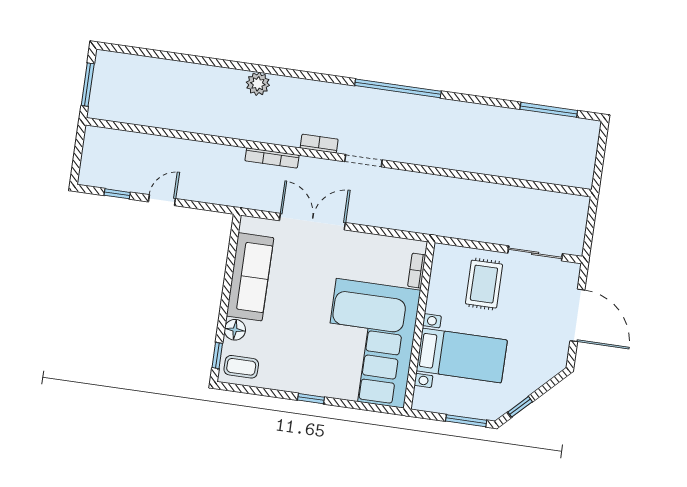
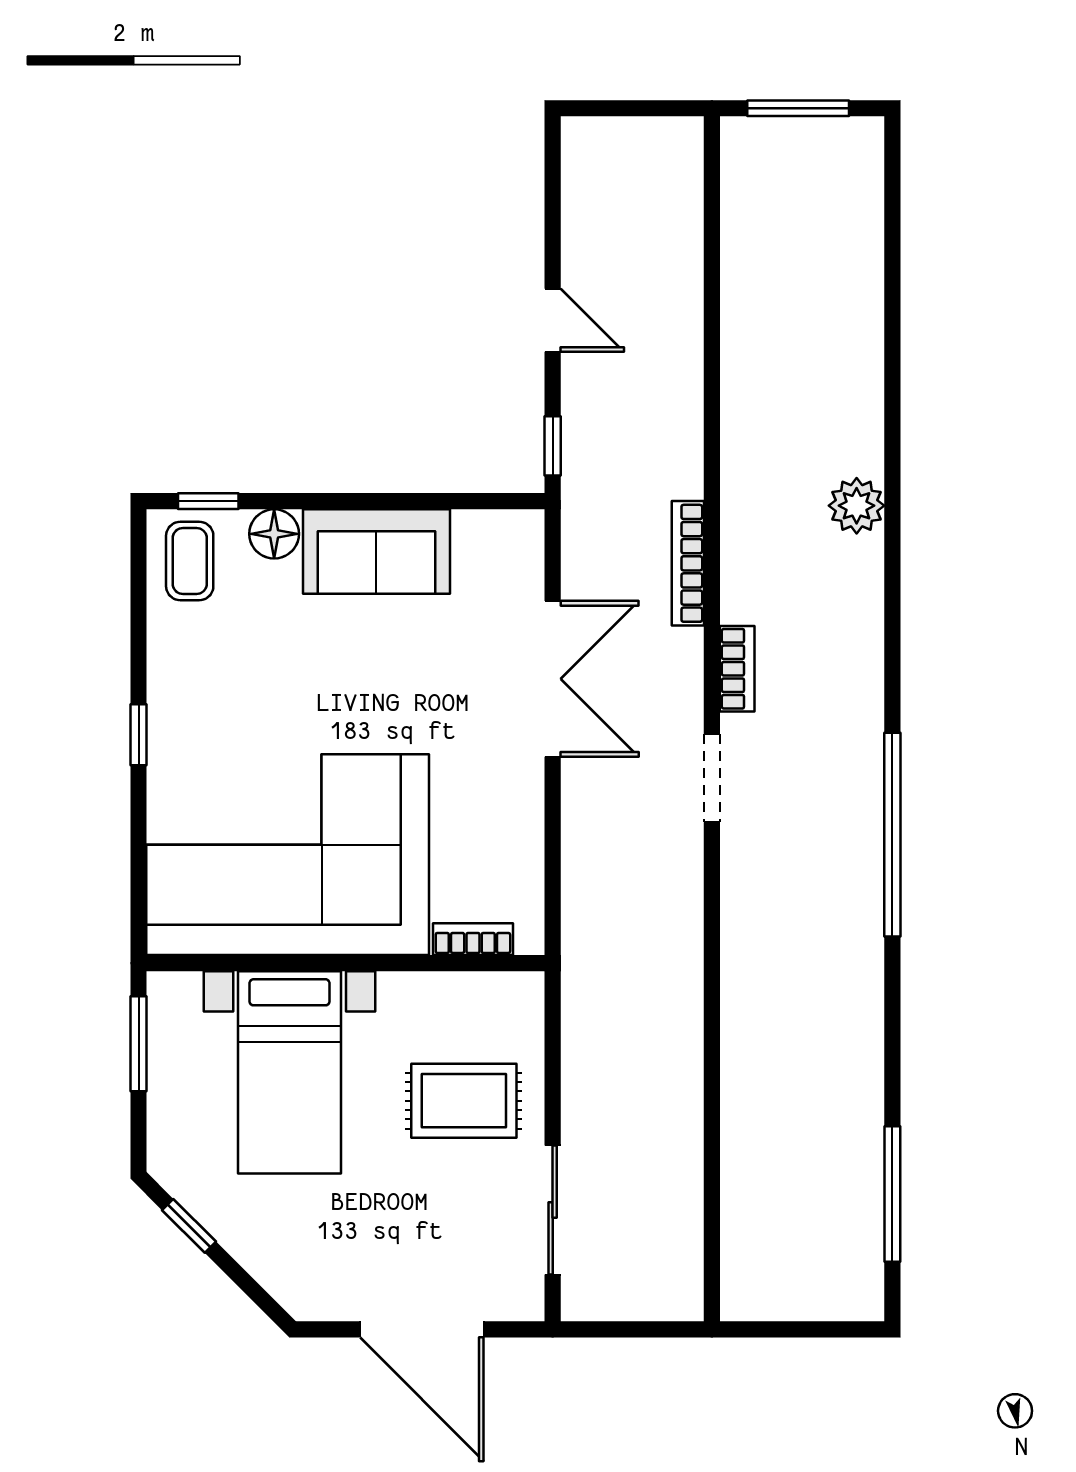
window: (117, 194) -> (553, 446), moved
sofa: (250, 277) -> (376, 552), width x0.73
door: (577, 315) -> (422, 1329), hinge flipped
window: (466, 421) -> (139, 1044), moved

